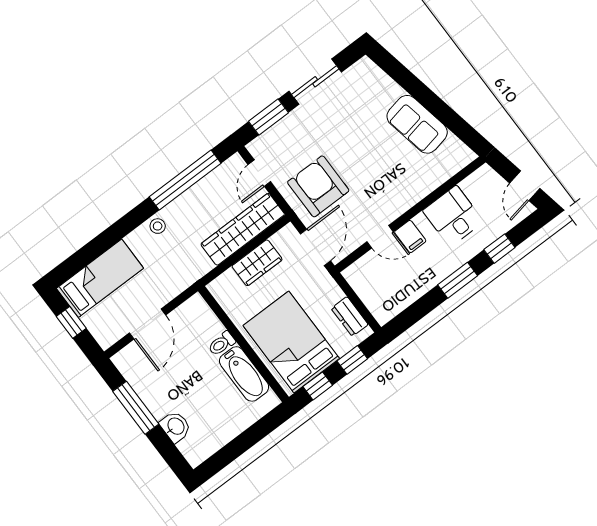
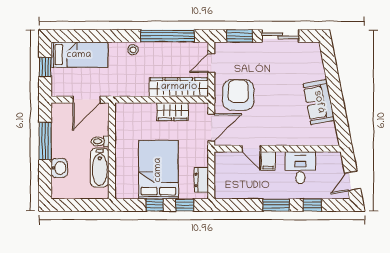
toilet: (222, 344) -> (100, 141), moved
wall: (243, 344) -> (112, 151), moved
bathtub: (244, 374) -> (100, 168), moved

